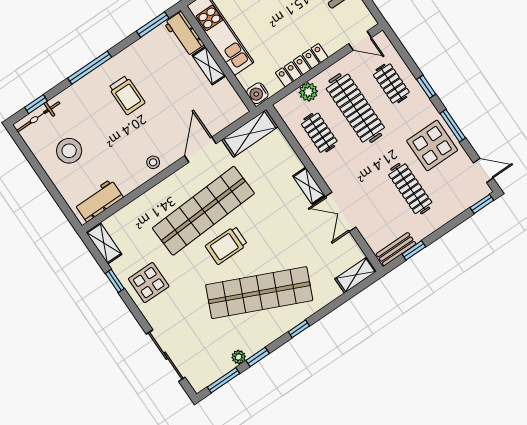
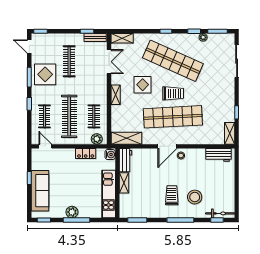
workbench: (184, 34) -> (125, 160), moved
locker: (302, 65) -> (86, 154), width x0.66
plant: (308, 92) -> (97, 139), moved
door: (200, 150) -> (167, 146), moved
stool: (69, 151) -> (195, 197), moved
double door: (341, 212) -> (109, 62), moved
display table: (149, 283) -> (143, 85), moved

